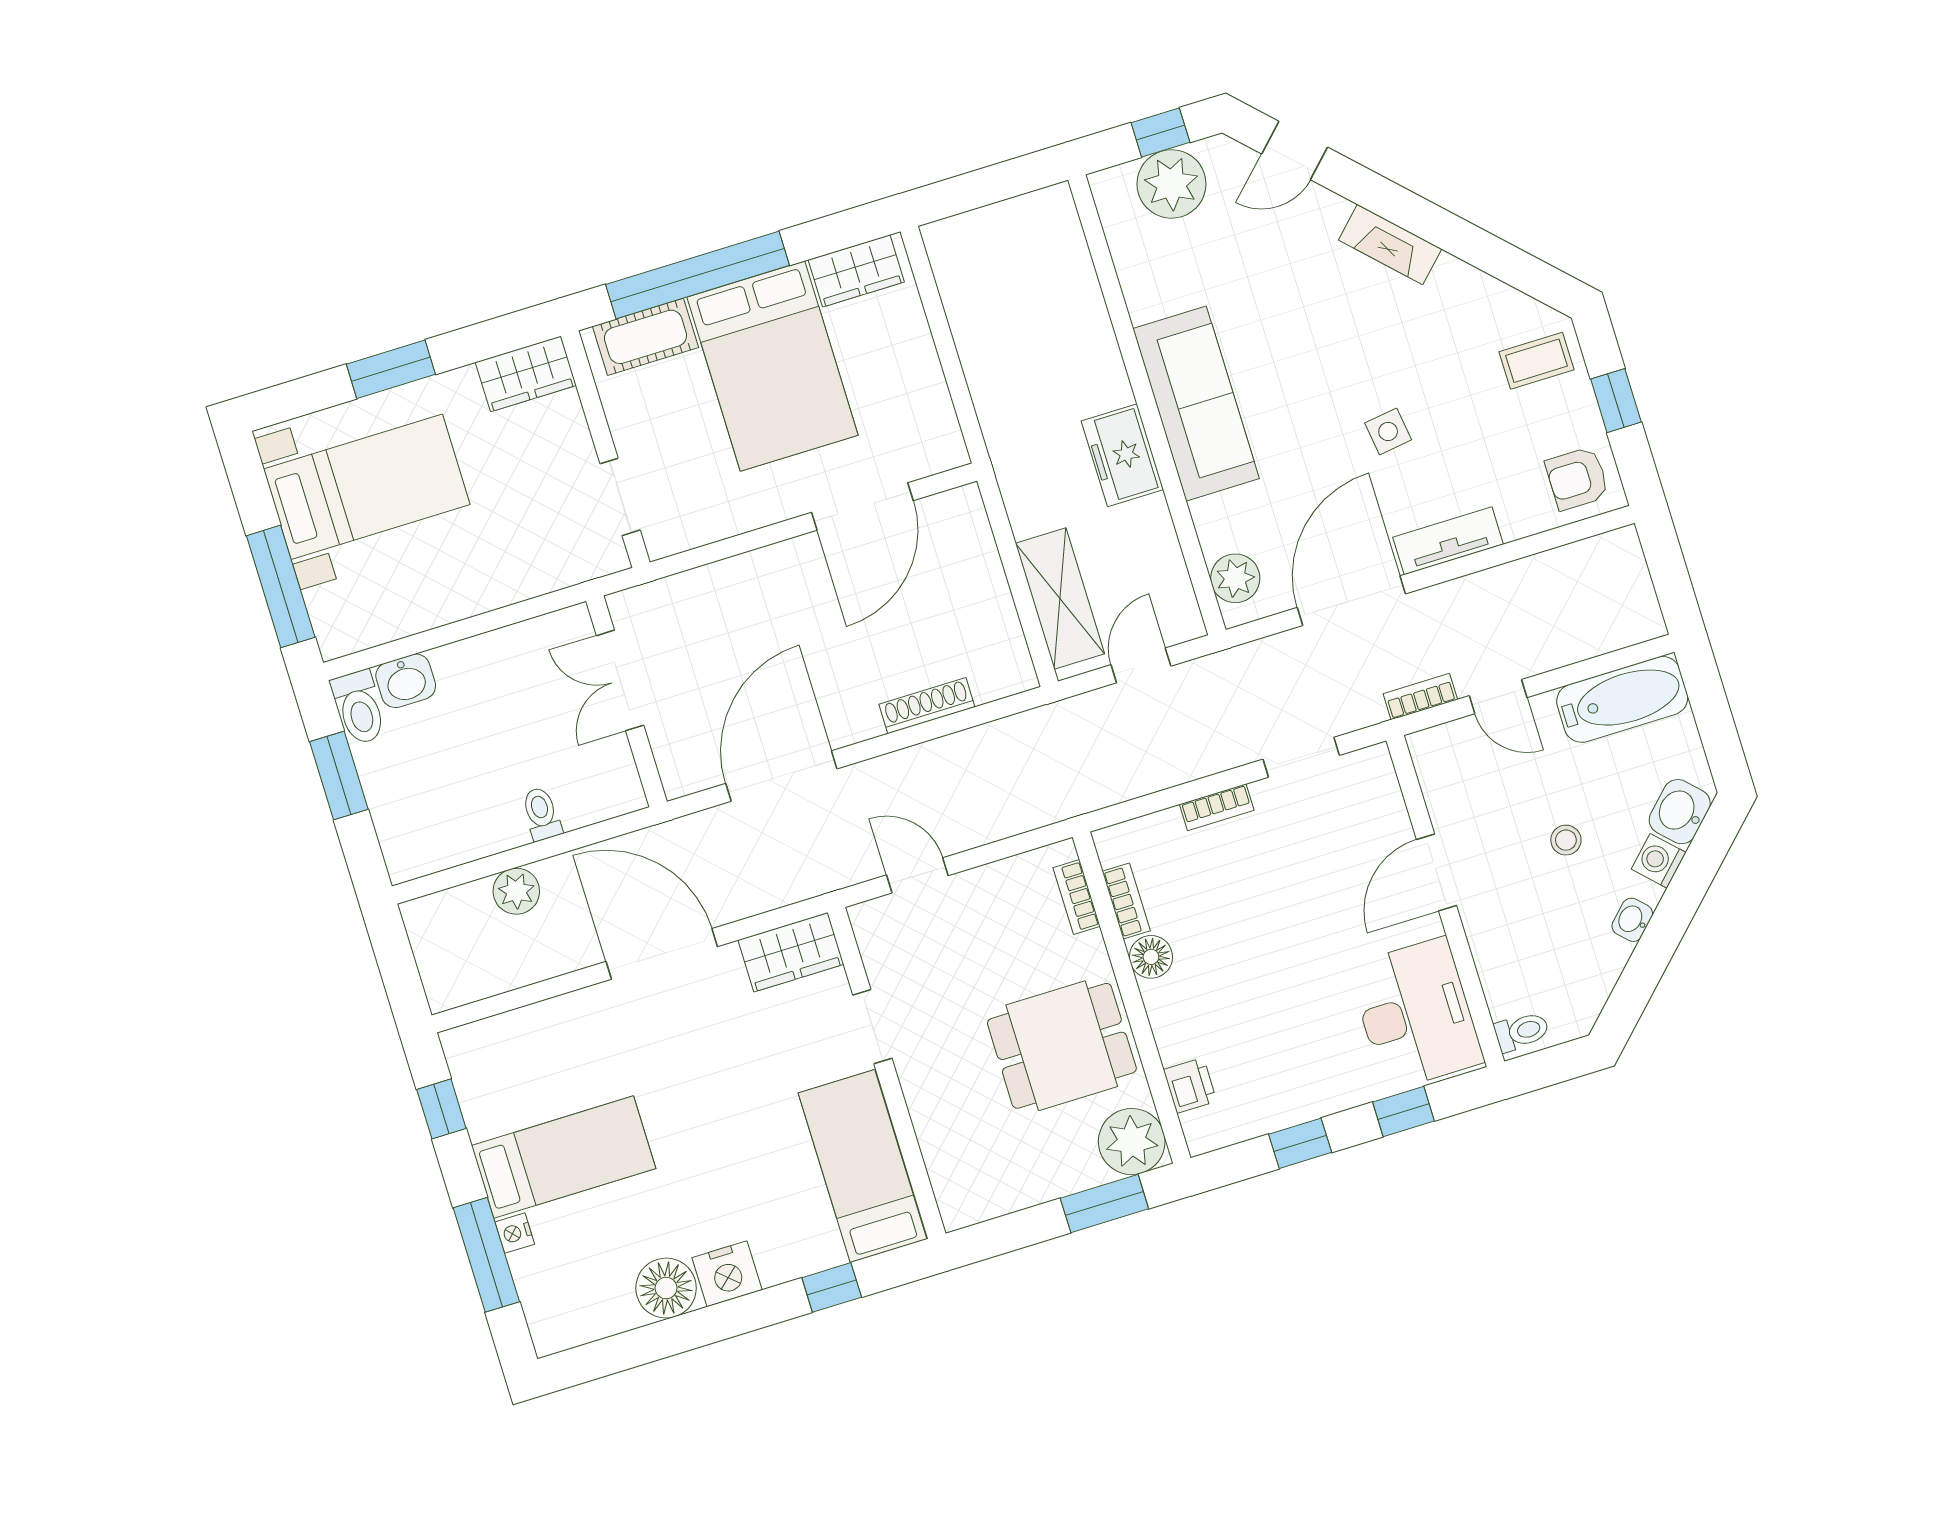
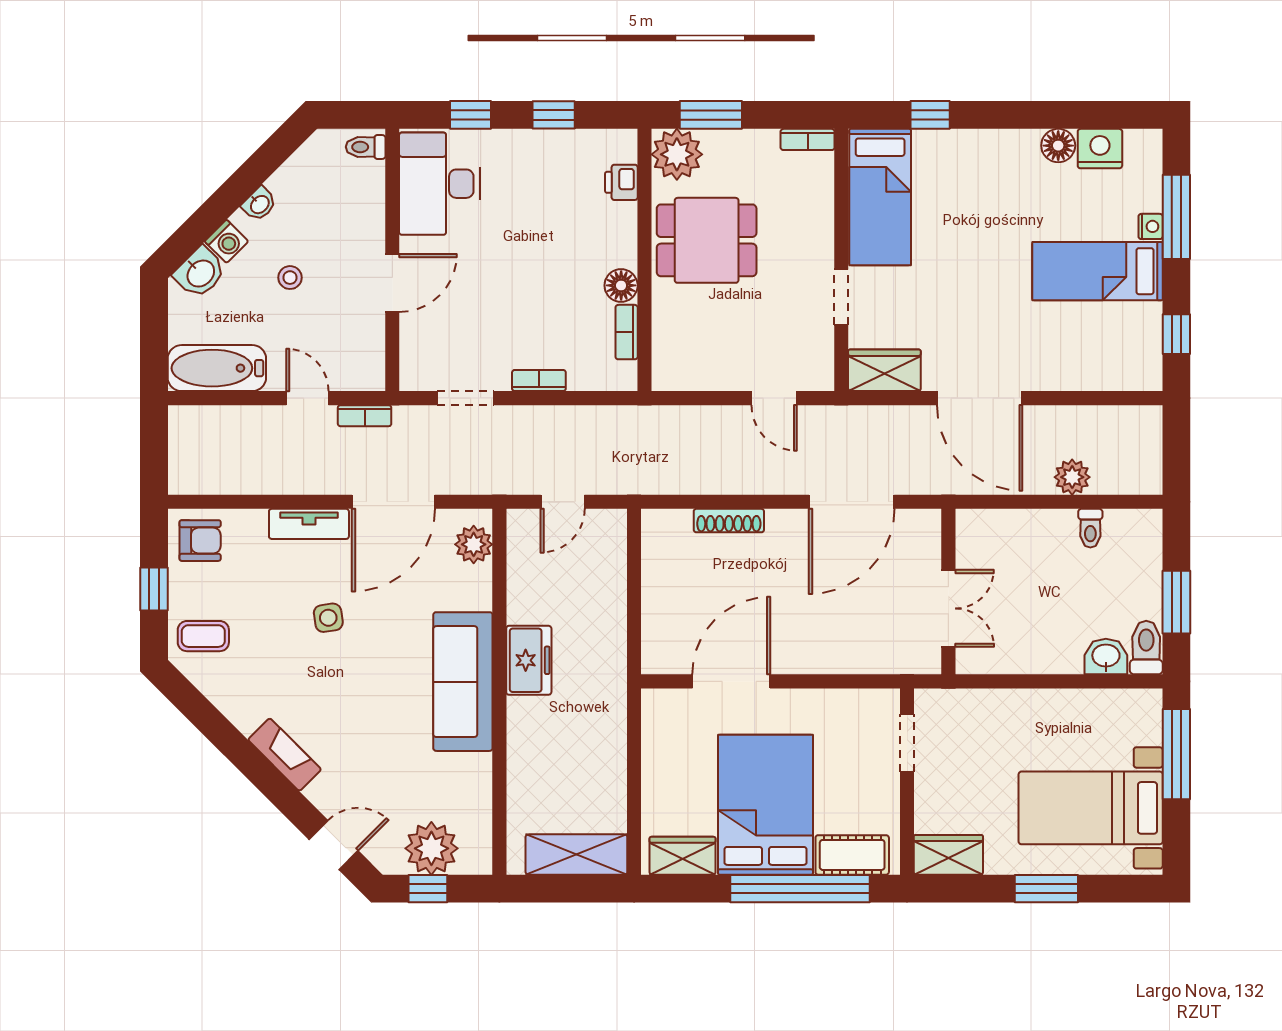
shelving: (1060, 599) -> (576, 855), moved, turned 90
toilet: (542, 814) -> (1090, 528), moved
bookcase: (1077, 897) -> (808, 139), moved, turned 90
nightstand: (727, 1274) -> (1100, 149), moved
floor lamp: (666, 1288) -> (1058, 146), width x0.73, depth x0.73

